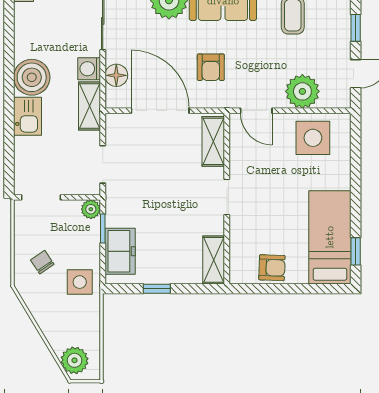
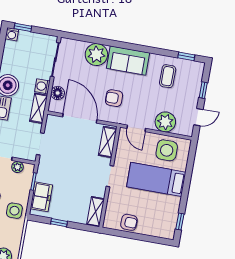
armchair: (211, 67) -> (114, 98), turned 90
plant: (91, 209) -> (17, 167), moved
bed: (330, 237) -> (156, 179), moved, turned -90

